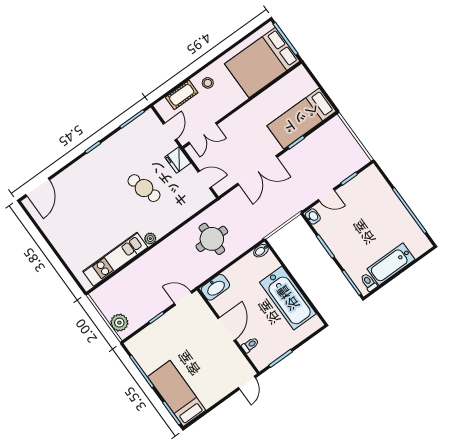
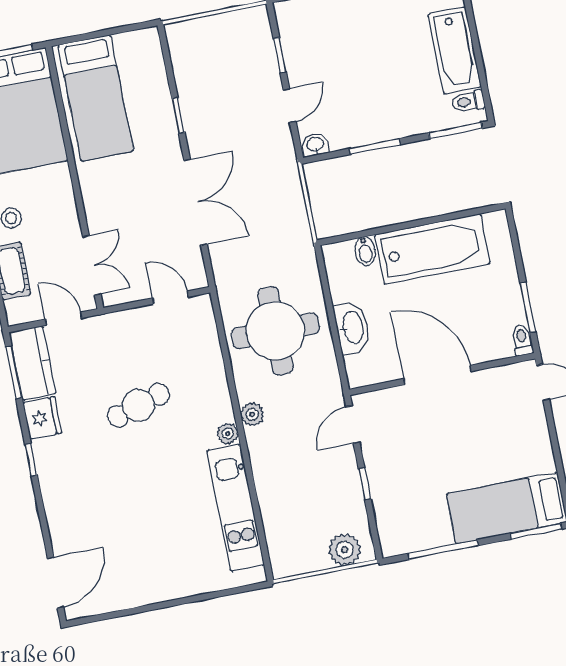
bed: (301, 118) -> (96, 98), moved
kitchen counter: (141, 126) -> (32, 363), added
fridge: (178, 160) -> (42, 418), moved, turned -90
door: (205, 179) -> (170, 298), hinge flipped
door: (38, 187) -> (55, 583), hinge flipped
round table: (212, 239) -> (275, 331), width x1.36, depth x1.36
plant: (165, 246) -> (252, 414), added
bidet: (261, 251) -> (365, 251), moved
washbasin: (215, 287) -> (352, 328), moved
door: (227, 329) -> (437, 375), width x1.36
toilet: (250, 345) -> (522, 340), moved

